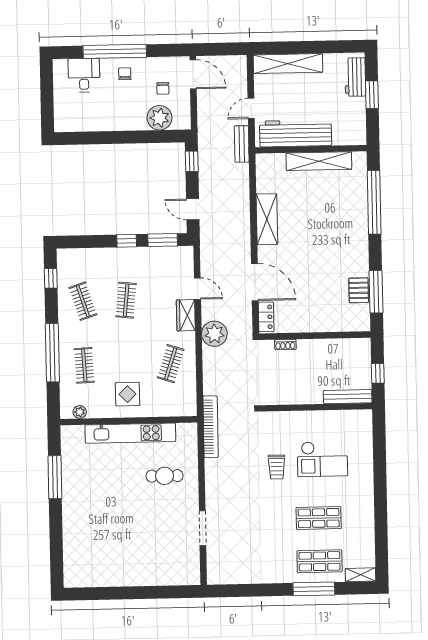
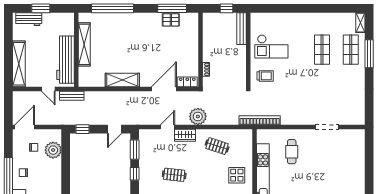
checkout: (322, 459) -> (271, 46), moved, turned 90
trolley: (277, 467) -> (265, 76), moved

